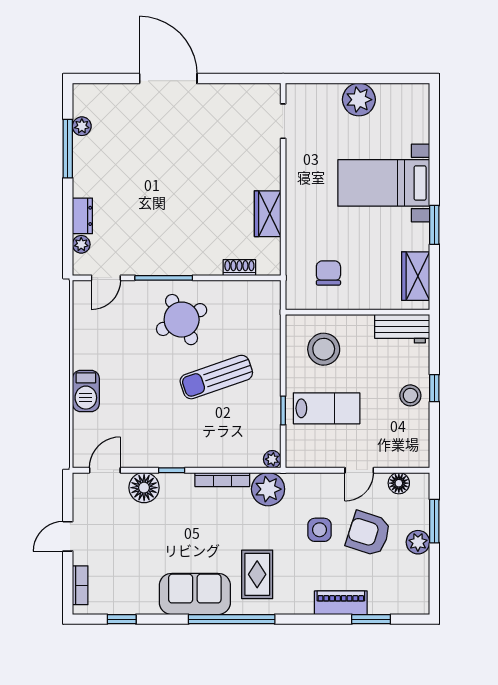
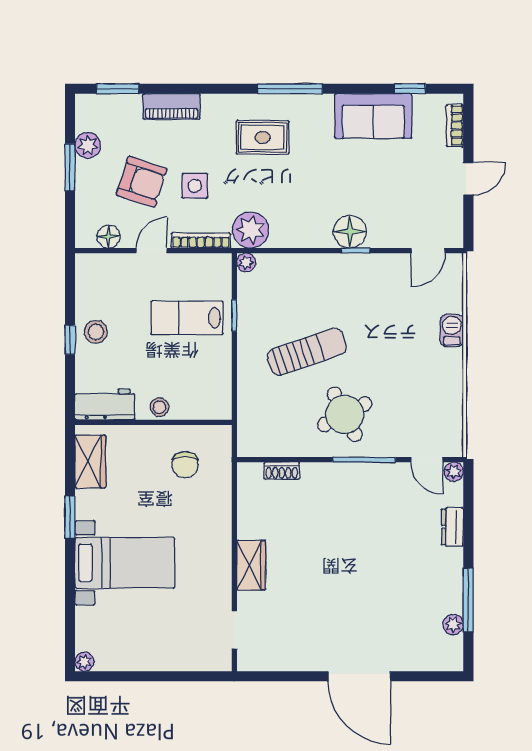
plant: (359, 100) -> (84, 662), moved, width x0.53, depth x0.53
wardrobe: (268, 214) -> (251, 565), moved
plant: (81, 244) -> (454, 472), moved
door: (106, 278) -> (427, 460), swing flipped
stool: (324, 349) -> (159, 407), moved, width x0.53, depth x0.53
barbecue: (86, 391) -> (452, 331), width x0.73, depth x0.79
bookcase: (222, 480) -> (201, 240), moved
floor lamp: (144, 488) -> (350, 232), moved
window: (434, 521) -> (70, 167), moved
plant: (418, 542) -> (88, 145), moved
rug: (257, 574) -> (263, 137), turned 90
sofa: (195, 594) -> (373, 116), moved
window: (232, 619) -> (290, 89), width x0.68
window: (371, 619) -> (118, 89), moved

